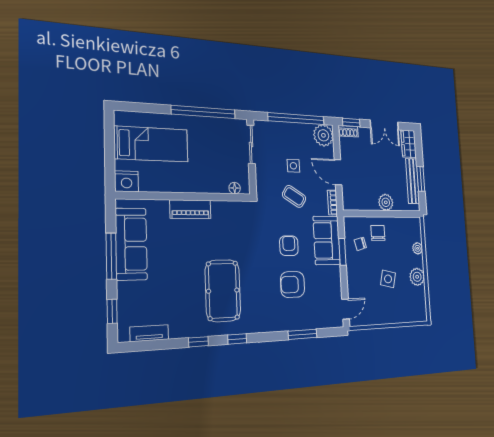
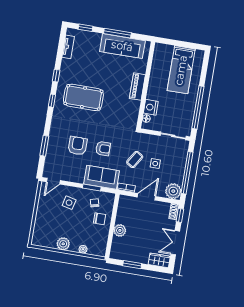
nightstand: (127, 181) -> (151, 107), moved
bench: (413, 181) -> (132, 257), removed
side table: (388, 279) -> (69, 203), moved
door: (346, 309) -> (53, 181), hinge flipped

